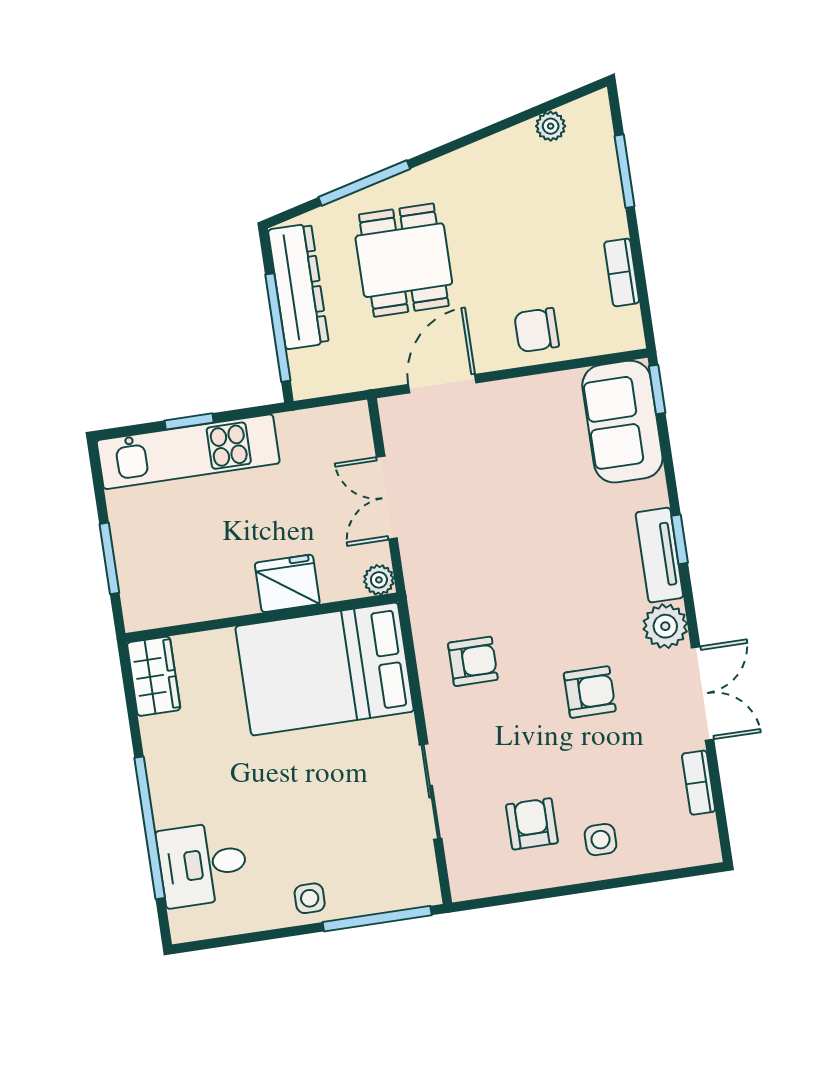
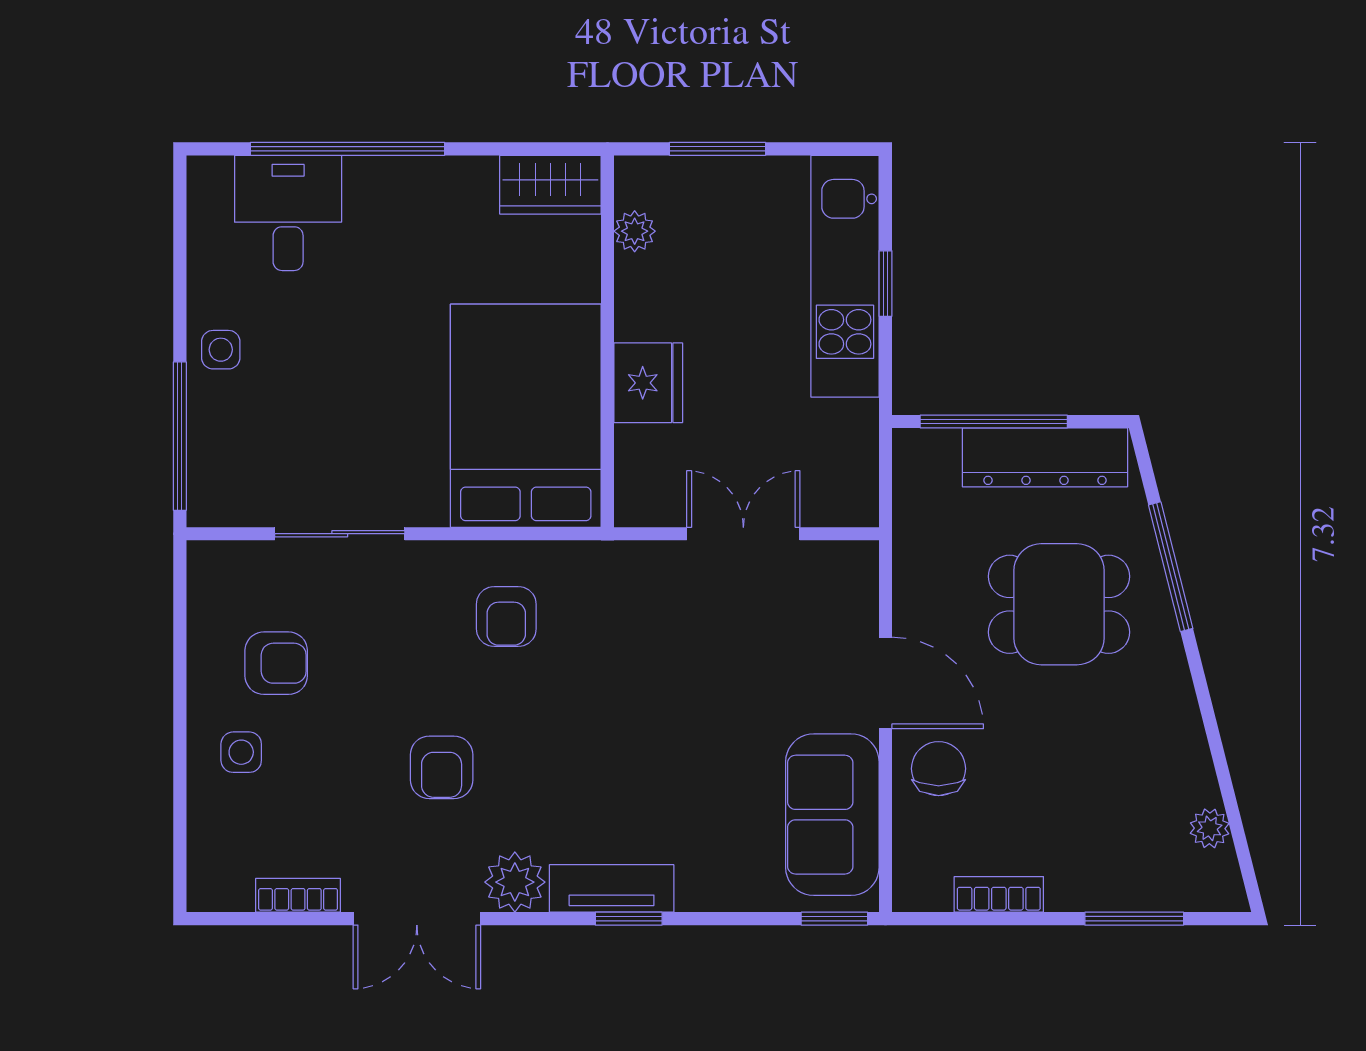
door: (442, 384) -> (885, 683), moved
sofa: (622, 422) -> (832, 815), moved, turned -90
plant: (379, 580) -> (635, 231), moved

